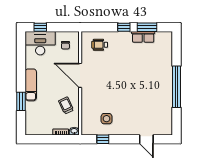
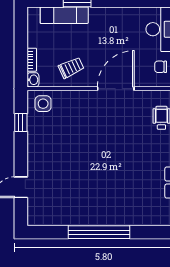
exam couch: (31, 85) -> (64, 15), moved
side table: (107, 119) -> (43, 104), moved

